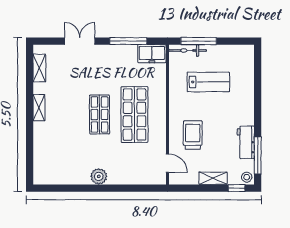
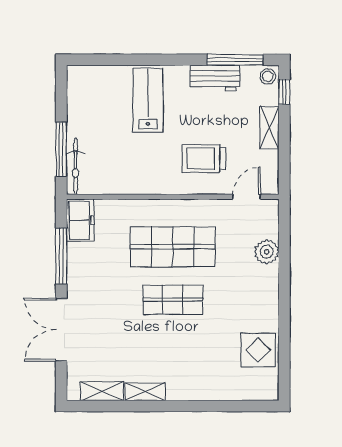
double door: (80, 41) -> (61, 330), width x1.37
lab bench: (208, 82) -> (148, 100), moved
shelving: (39, 108) -> (145, 392), moved
display table: (66, 171) -> (258, 350), added
plant: (99, 176) -> (267, 252), moved

